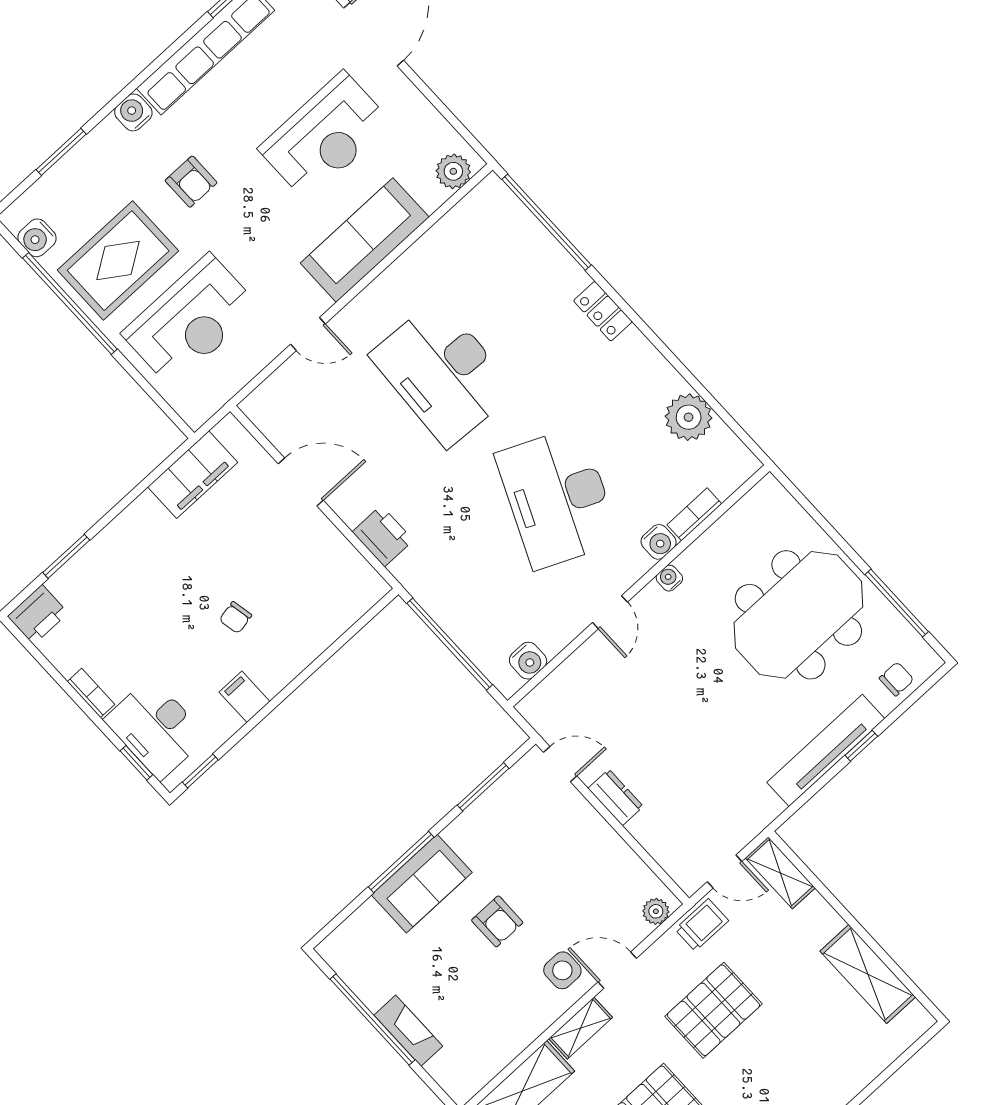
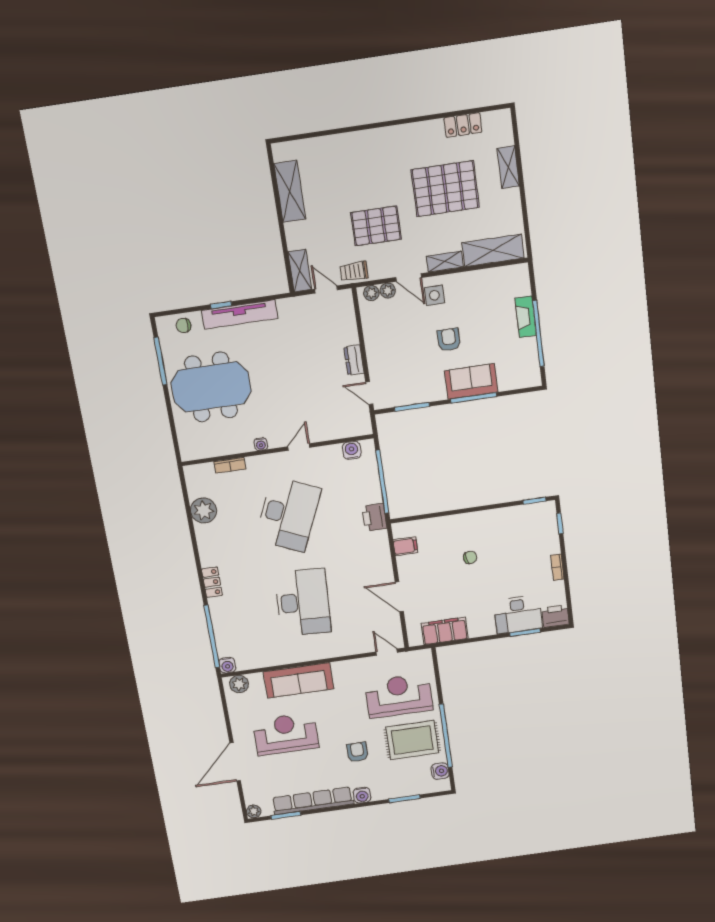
door: (308, 334) -> (387, 652), moved
printer: (383, 536) -> (374, 517), moved
water cooler: (659, 542) -> (227, 665), moved, turned 180
filing cabinet: (244, 697) -> (405, 546), moved, turned -90
desk: (156, 728) -> (518, 614), moved, turned 90
plant: (635, 931) -> (388, 291), added

